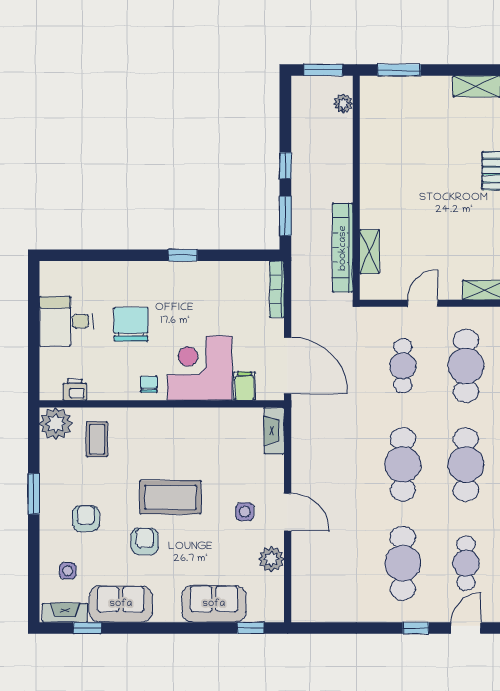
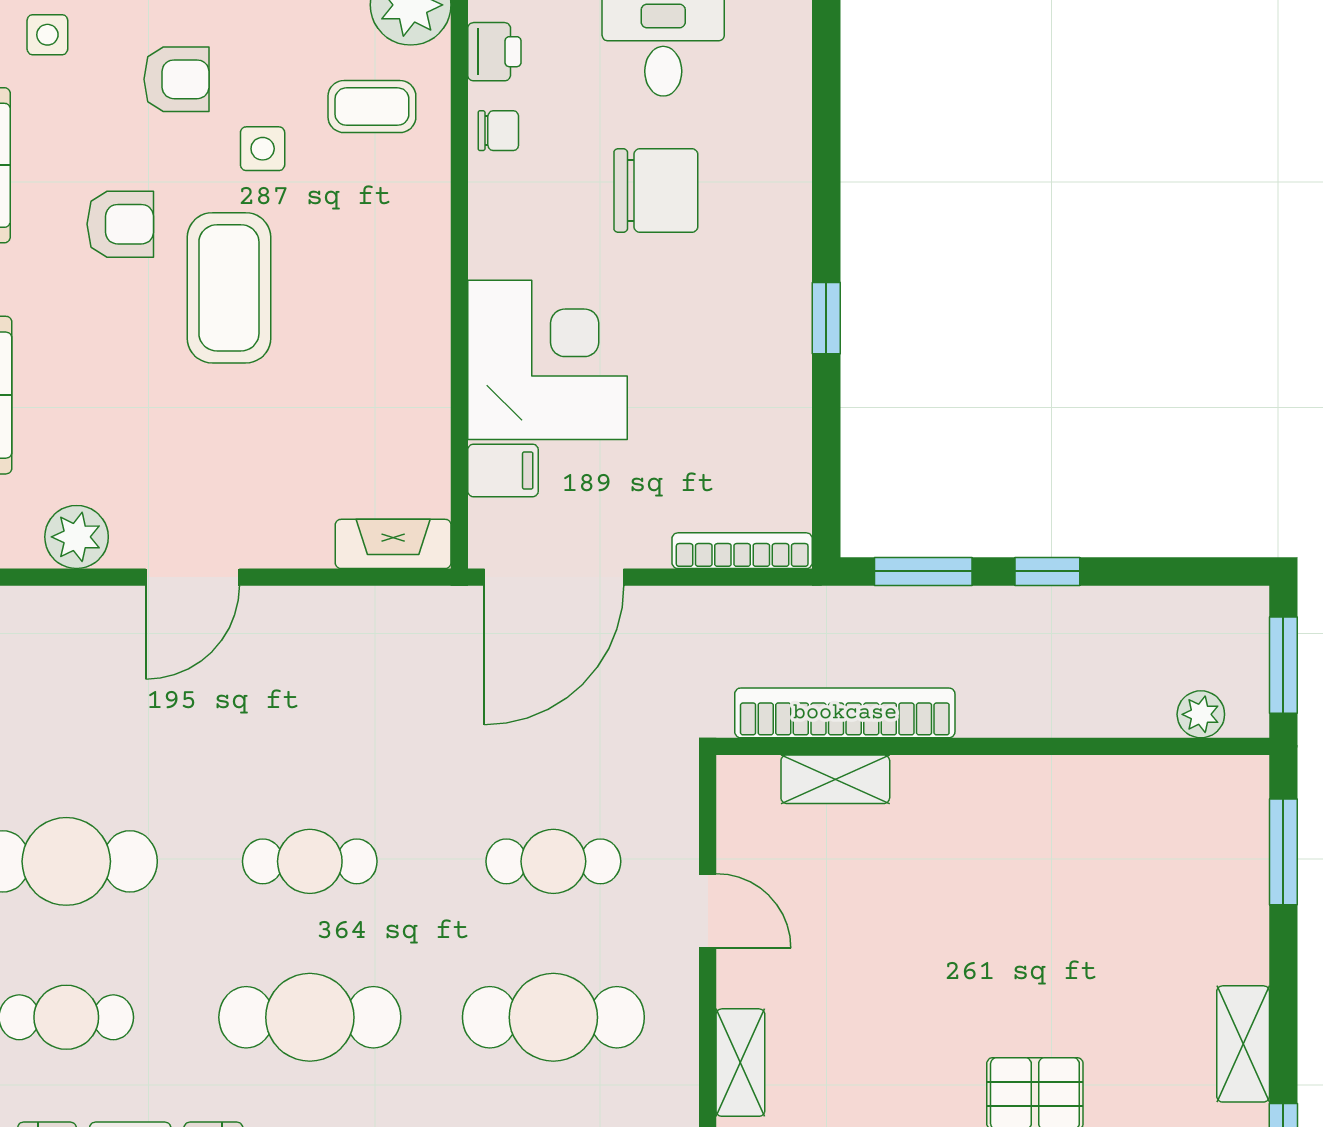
chair: (149, 384) -> (498, 131), moved
cafe table: (403, 464) -> (310, 861), width x0.73, depth x0.74
side table: (245, 512) -> (263, 149), moved

